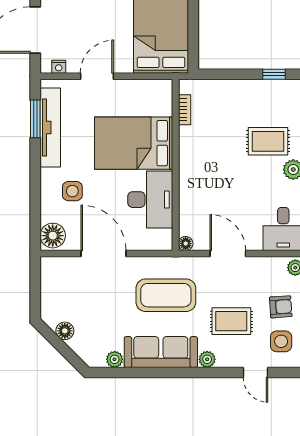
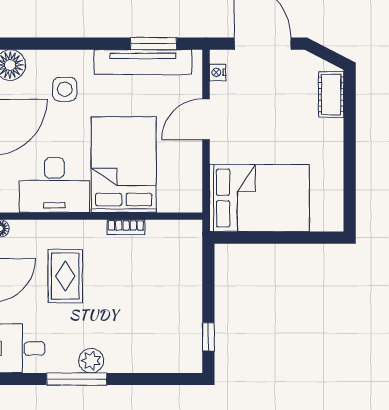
door: (97, 76) -> (206, 119), swing flipped
bookcase: (185, 110) -> (126, 227), moved
rug: (268, 141) -> (65, 276), moved

